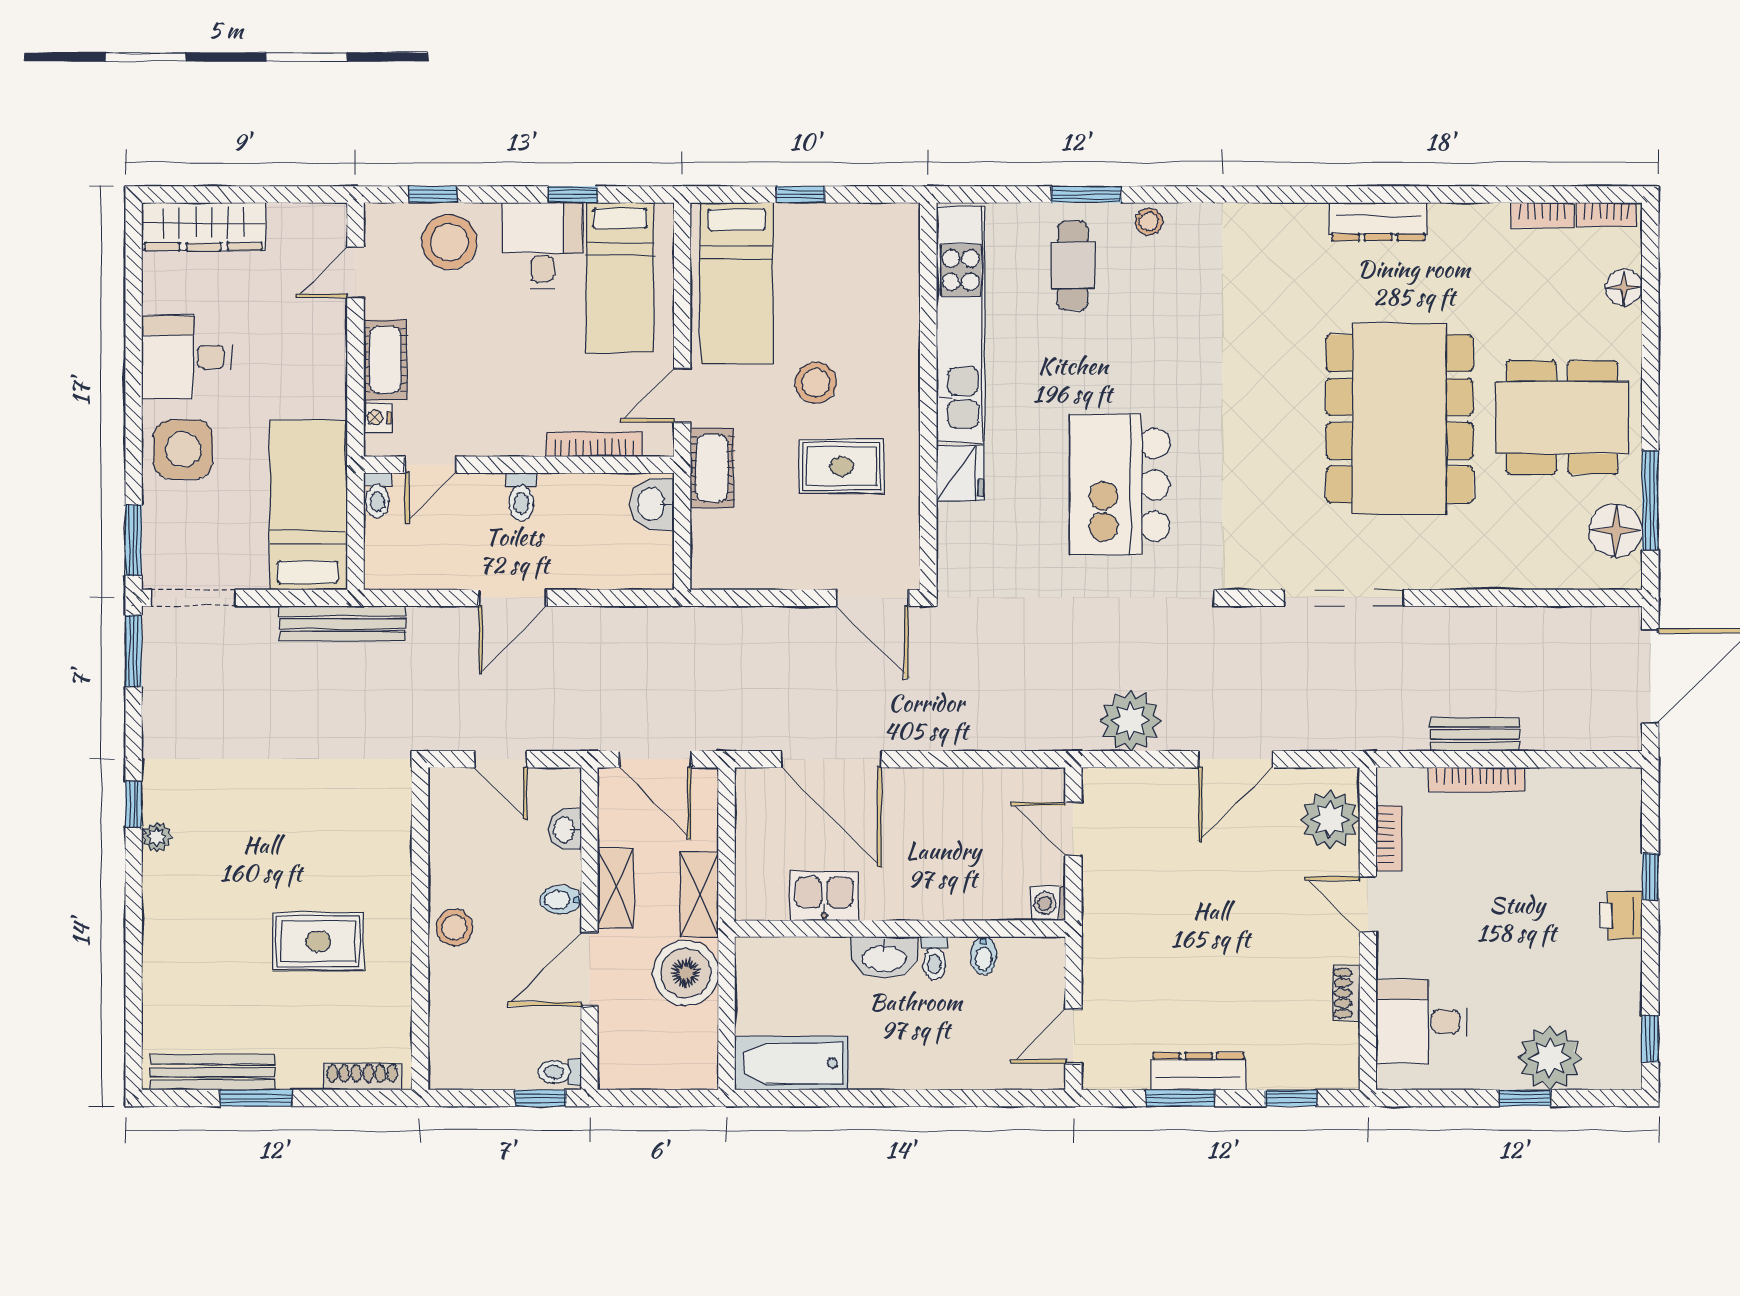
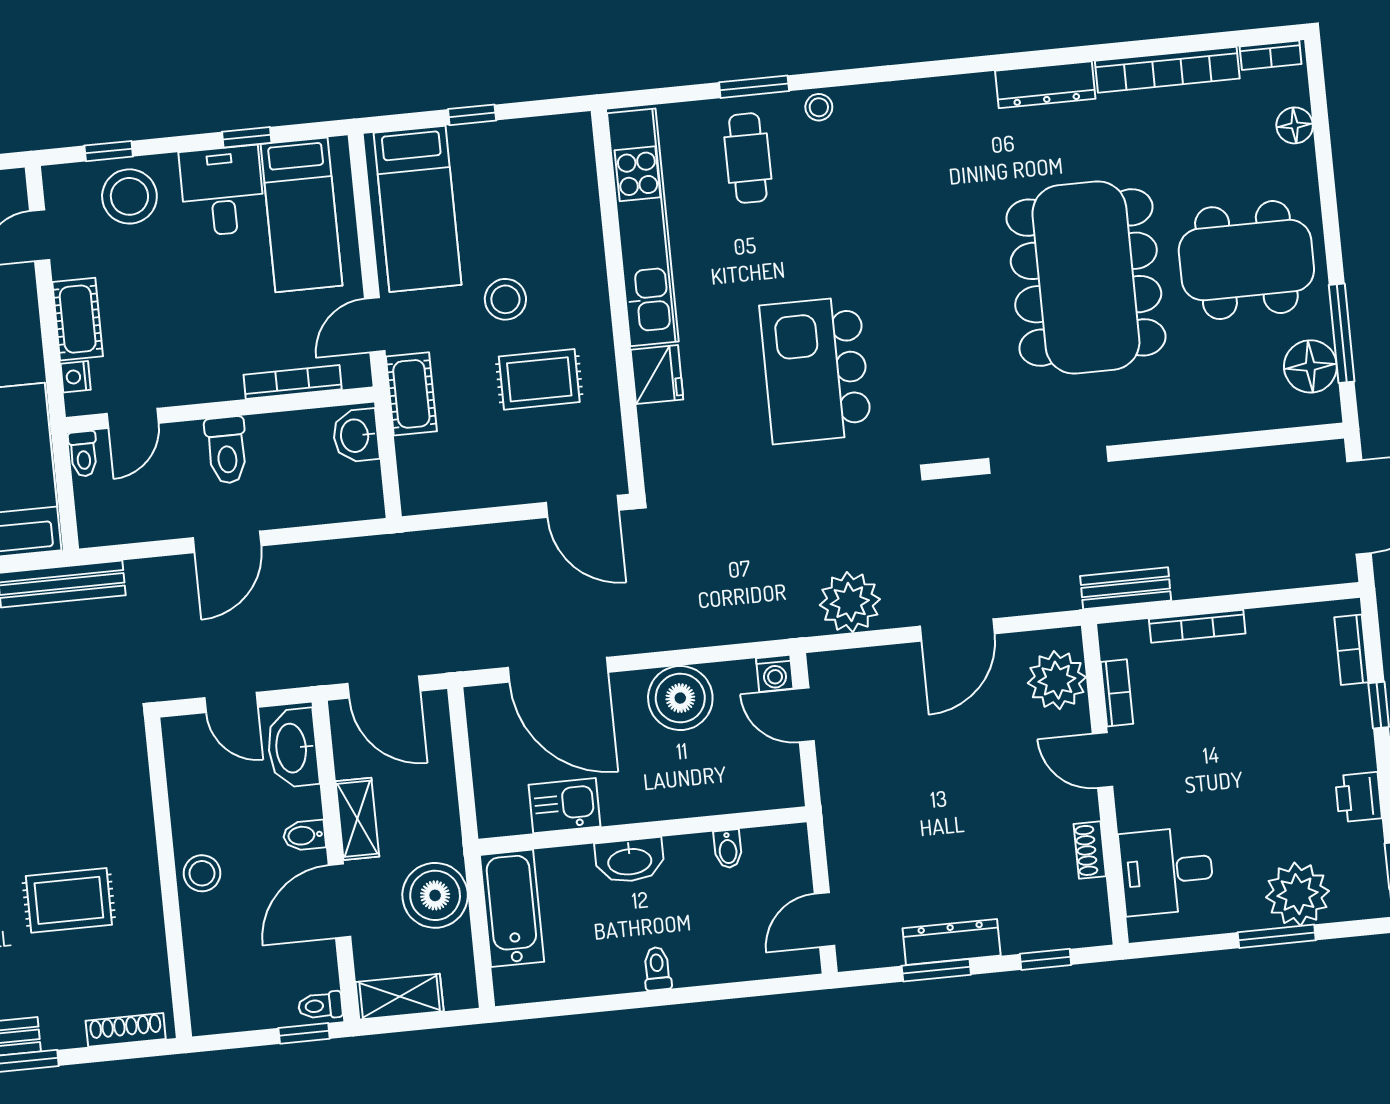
bookcase: (1542, 215) -> (1167, 70), width x2.31, depth x1.31
toilet: (521, 497) -> (227, 450), width x1.37, depth x1.39
bench: (1475, 734) -> (1126, 588), moved
boiler: (951, 800) -> (680, 698), added
bookcase: (1628, 818) -> (1351, 650), added
washbasin: (565, 829) -> (293, 748), width x1.91, depth x1.45
shelving: (699, 894) -> (400, 997), moved, turned 90
washing machine: (1048, 903) -> (775, 673), moved, turned -90
printer: (1621, 915) -> (1358, 797), moved
toilet: (934, 958) -> (657, 969), moved, turned 180
bathtub: (791, 1063) -> (512, 908), moved, turned 90
window: (1525, 1098) -> (1277, 936), width x1.50

